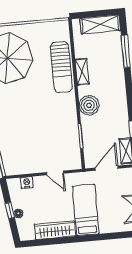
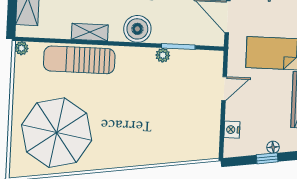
plant: (64, 25) -> (21, 48), added
sun lounger: (61, 67) -> (79, 60), turned 180
plant: (73, 126) -> (163, 55), added

